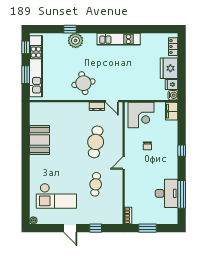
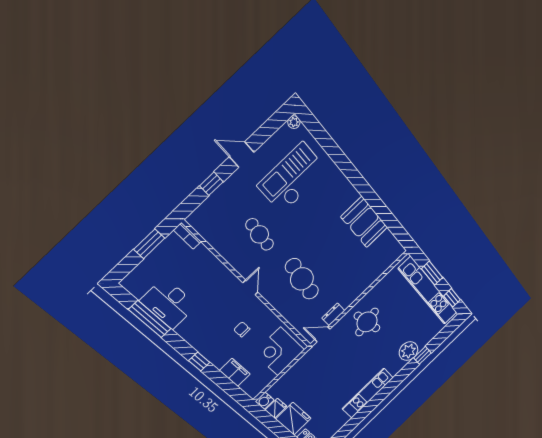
filing cabinet: (172, 111) -> (235, 372), moved

